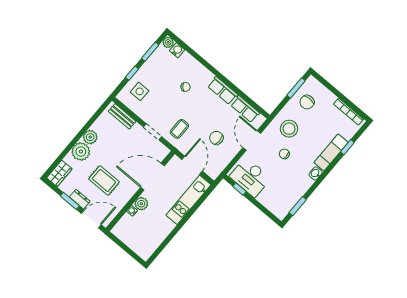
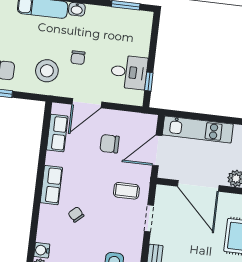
row of seats: (223, 90) -> (51, 185), moved
chair: (216, 138) -> (110, 144), turned 90
desk: (250, 177) -> (129, 72), width x0.73

